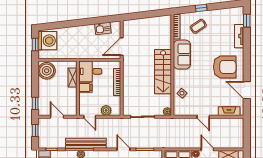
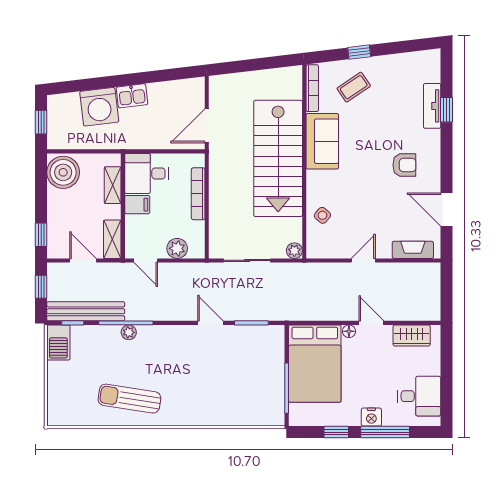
window: (247, 21) -> (447, 110), moved
kitchen sink: (103, 28) -> (132, 96), moved
washing machine: (47, 41) -> (99, 107), moved, turned 83
armchair: (225, 67) -> (404, 165), width x0.53, depth x0.53
stairs: (163, 72) -> (278, 158), width x1.36, depth x1.51
shelving: (72, 106) -> (112, 239), added
door: (203, 117) -> (363, 260), swing flipped
bench: (86, 143) -> (86, 311), moved

